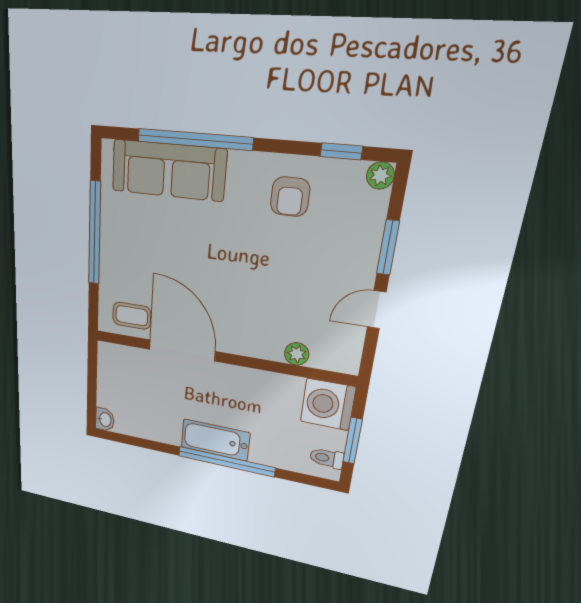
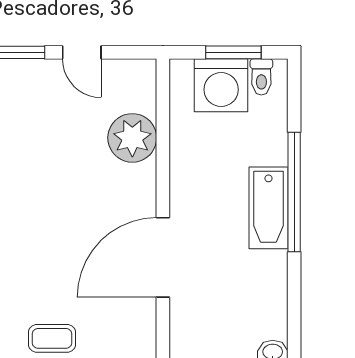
coffee table: (132, 316) -> (52, 338), moved, turned 90
plant: (297, 354) -> (132, 138), width x1.87, depth x1.87
washing machine: (328, 404) -> (221, 85), moved

